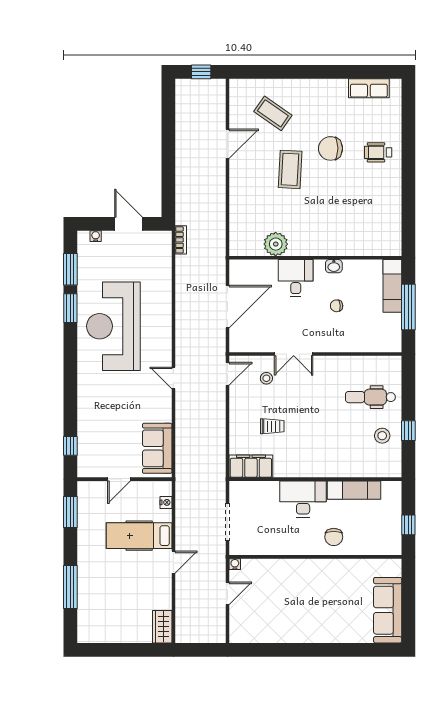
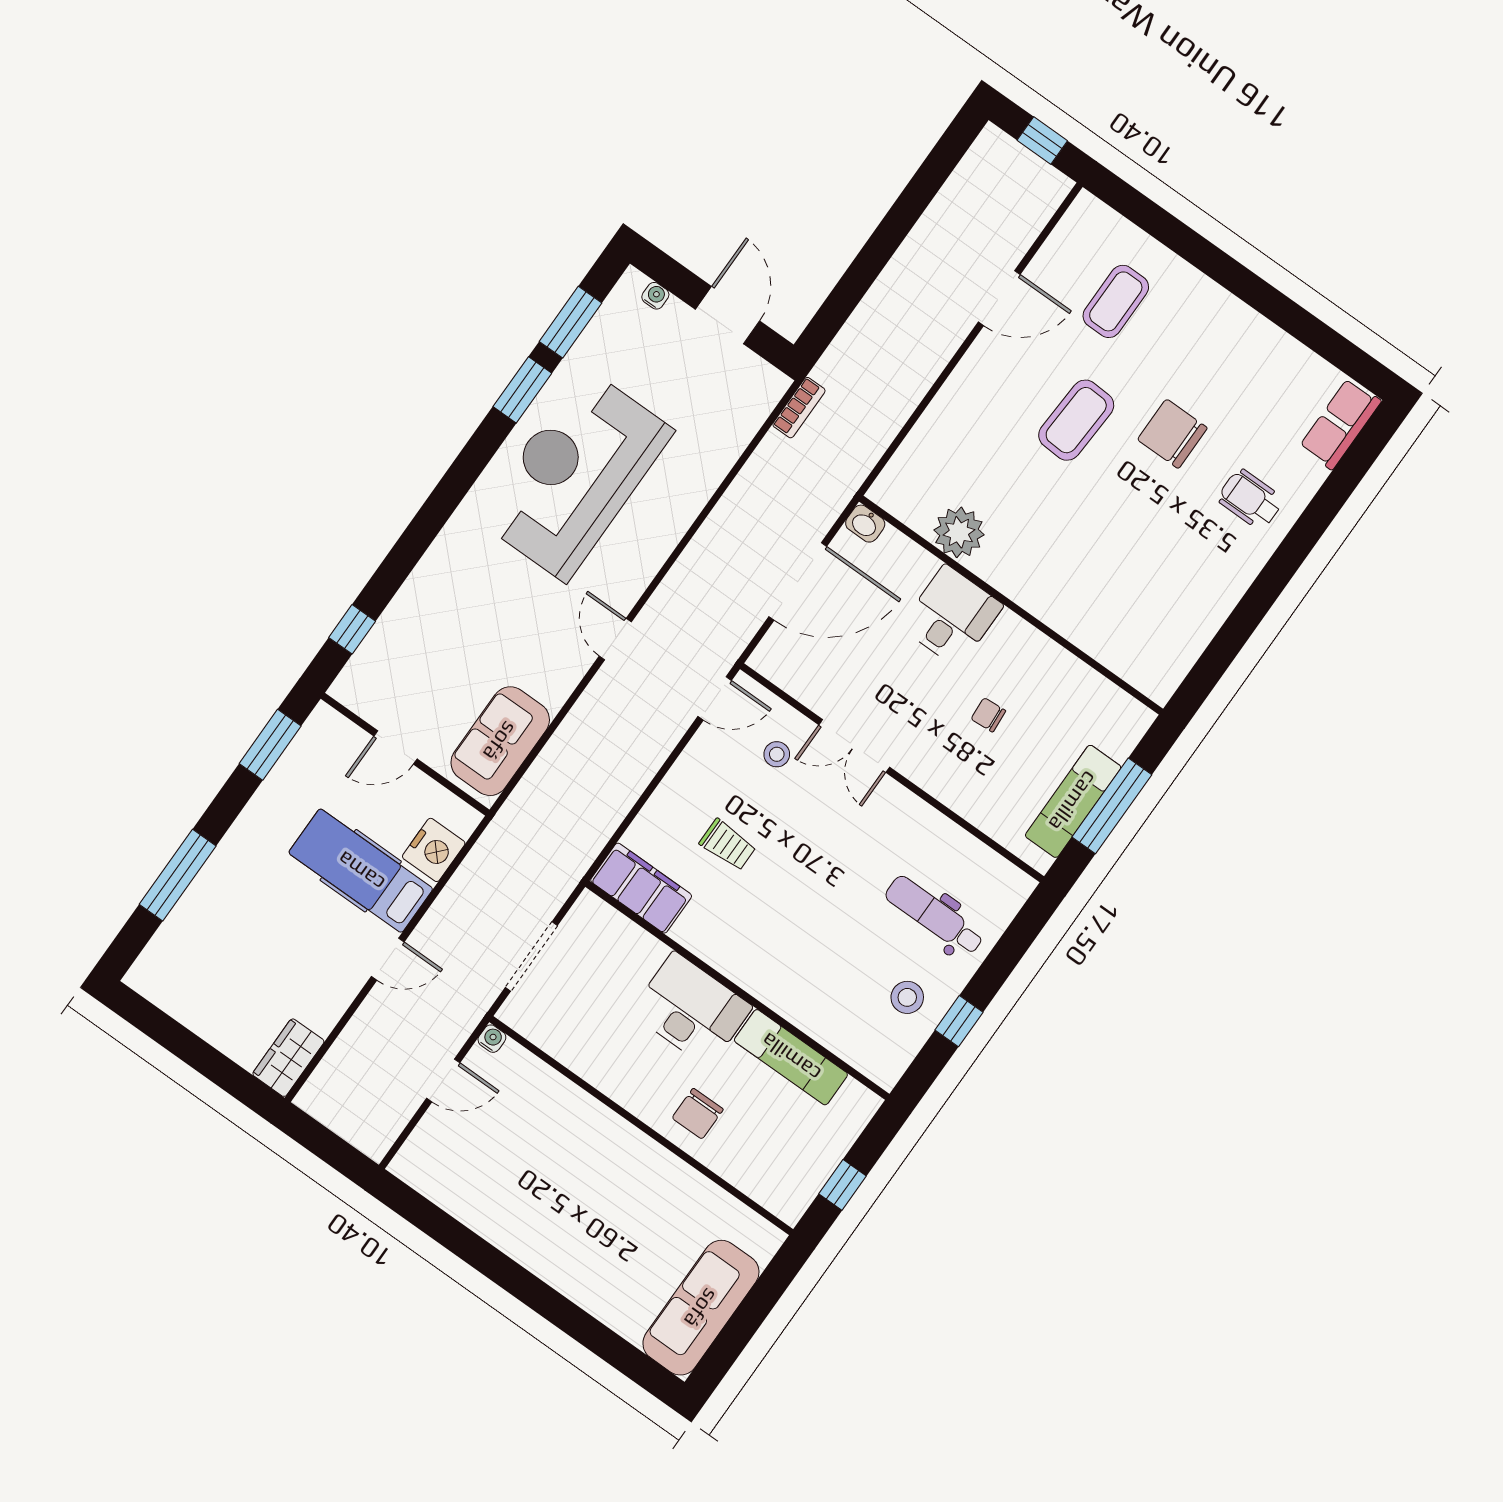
row of seats: (369, 88) -> (1340, 424), moved, turned 90
coffee table: (273, 113) -> (1116, 301), turned 55
washbasin: (334, 266) -> (865, 524), moved
exam couch: (392, 286) -> (1073, 801), moved
nightstand: (166, 502) -> (434, 850), width x1.89, depth x1.79

